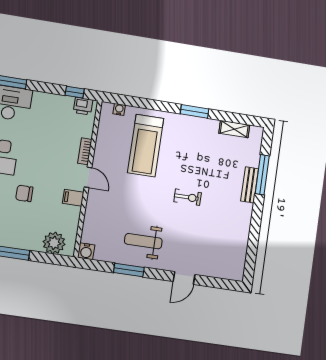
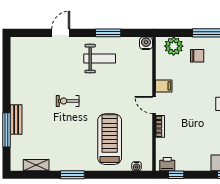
chair: (24, 193) -> (197, 56), moved

